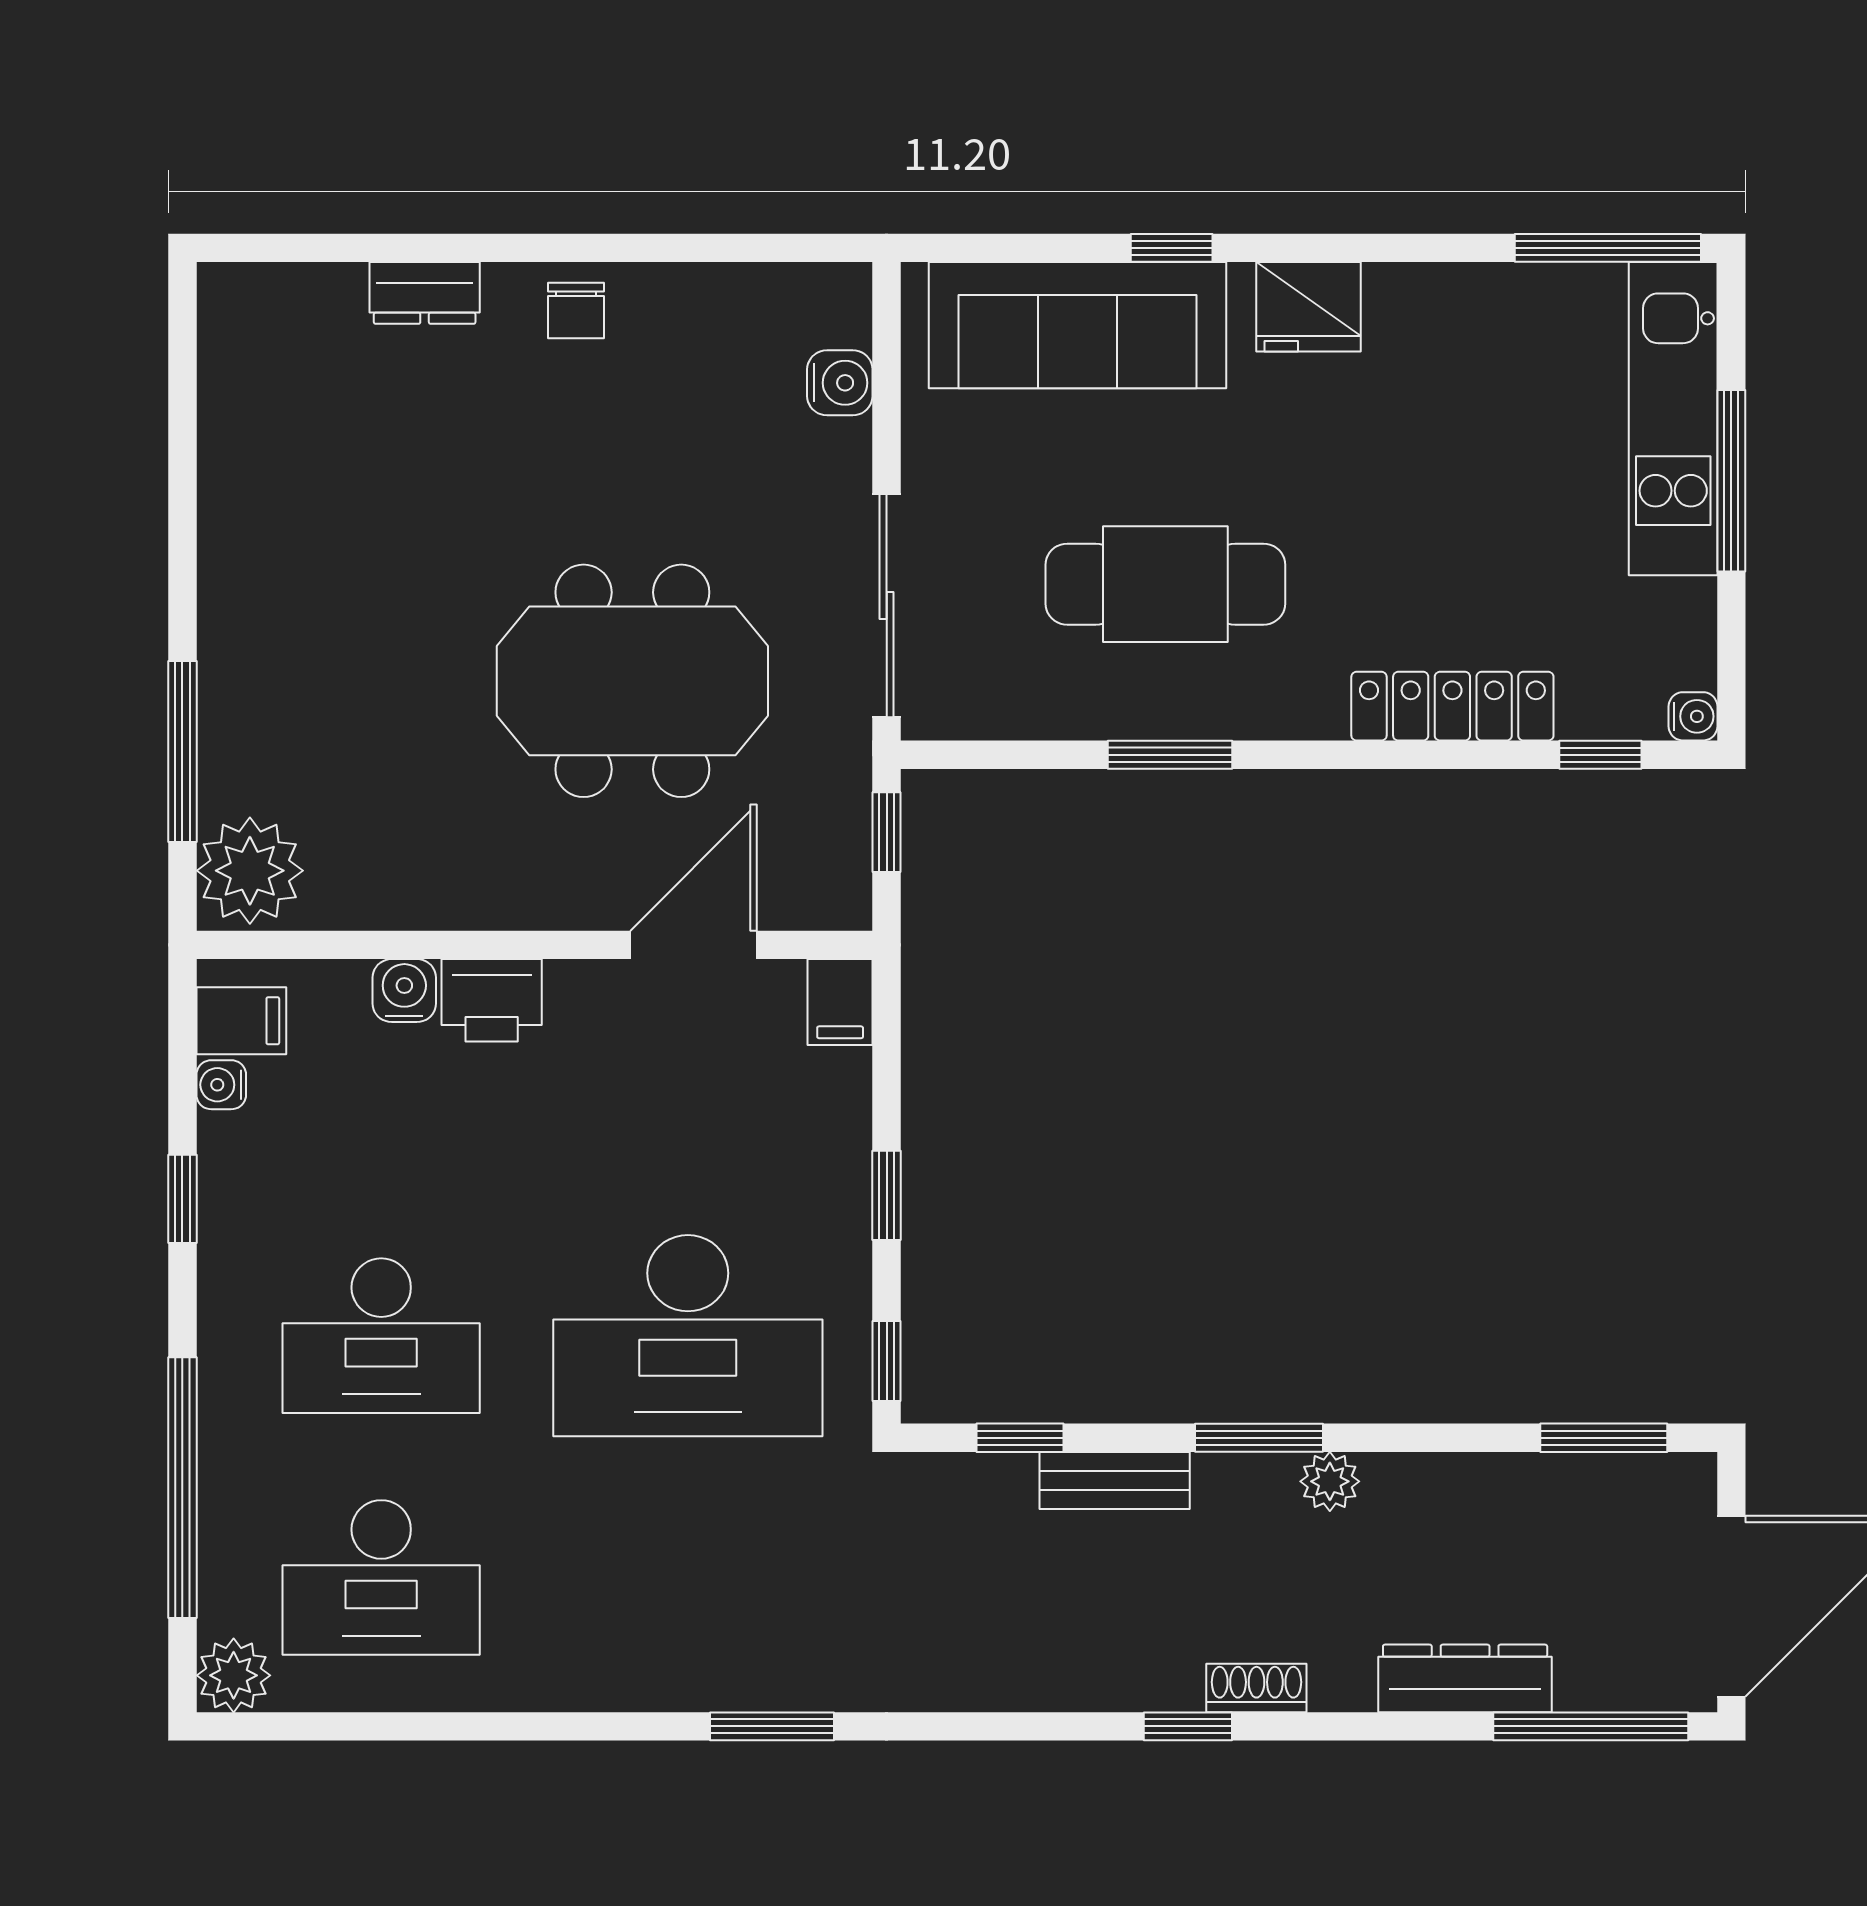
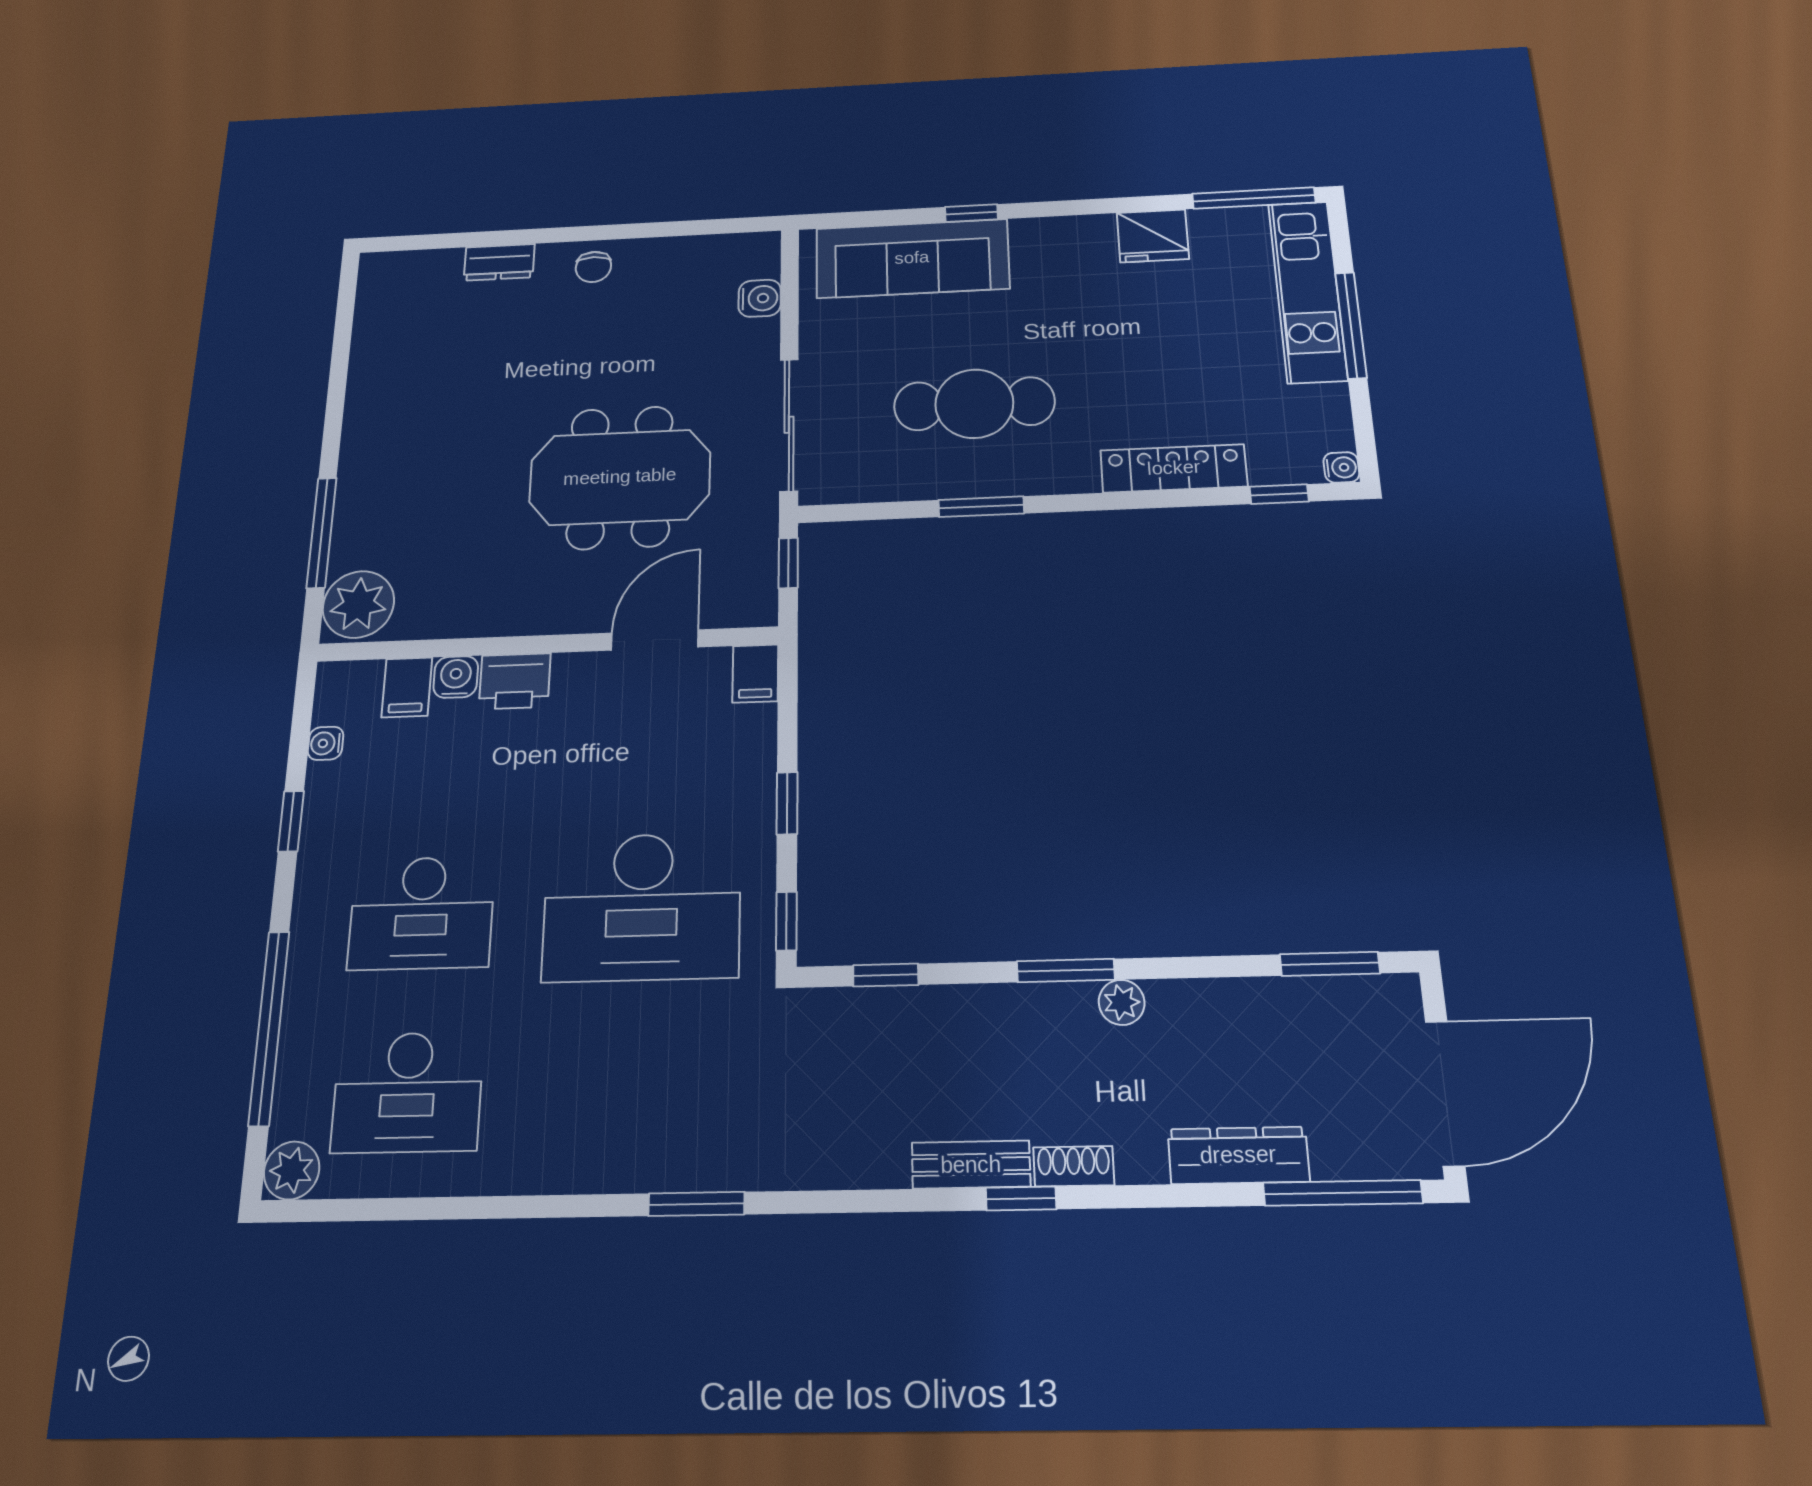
fridge: (1308, 307) -> (1153, 236), moved
filing cabinet: (241, 1021) -> (407, 687), moved, turned 90
bench: (1115, 1480) -> (971, 1165), moved

